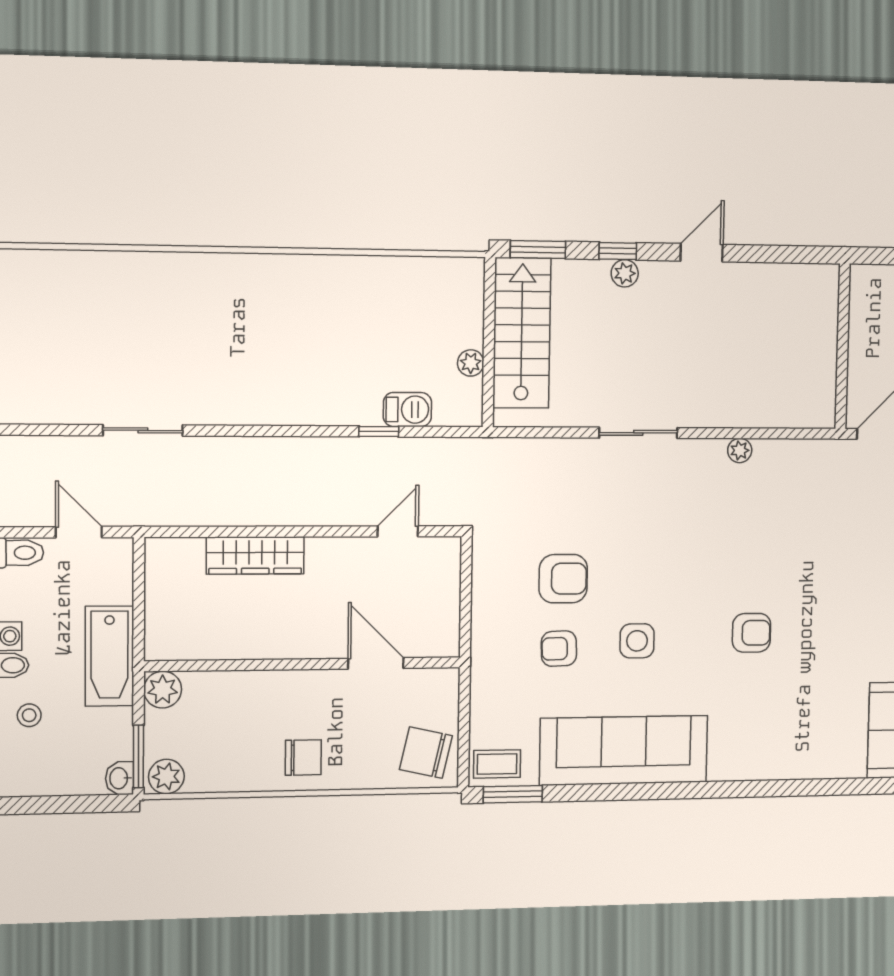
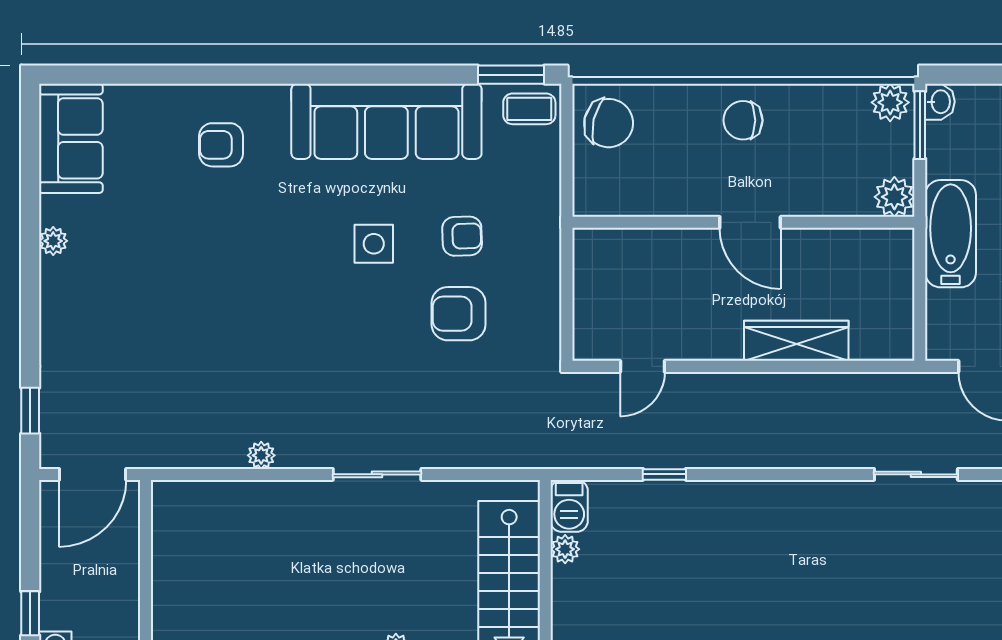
barbecue: (407, 410) -> (569, 506), moved, turned -90
armchair: (751, 633) -> (221, 145), moved
door: (376, 663) -> (750, 222), moved

